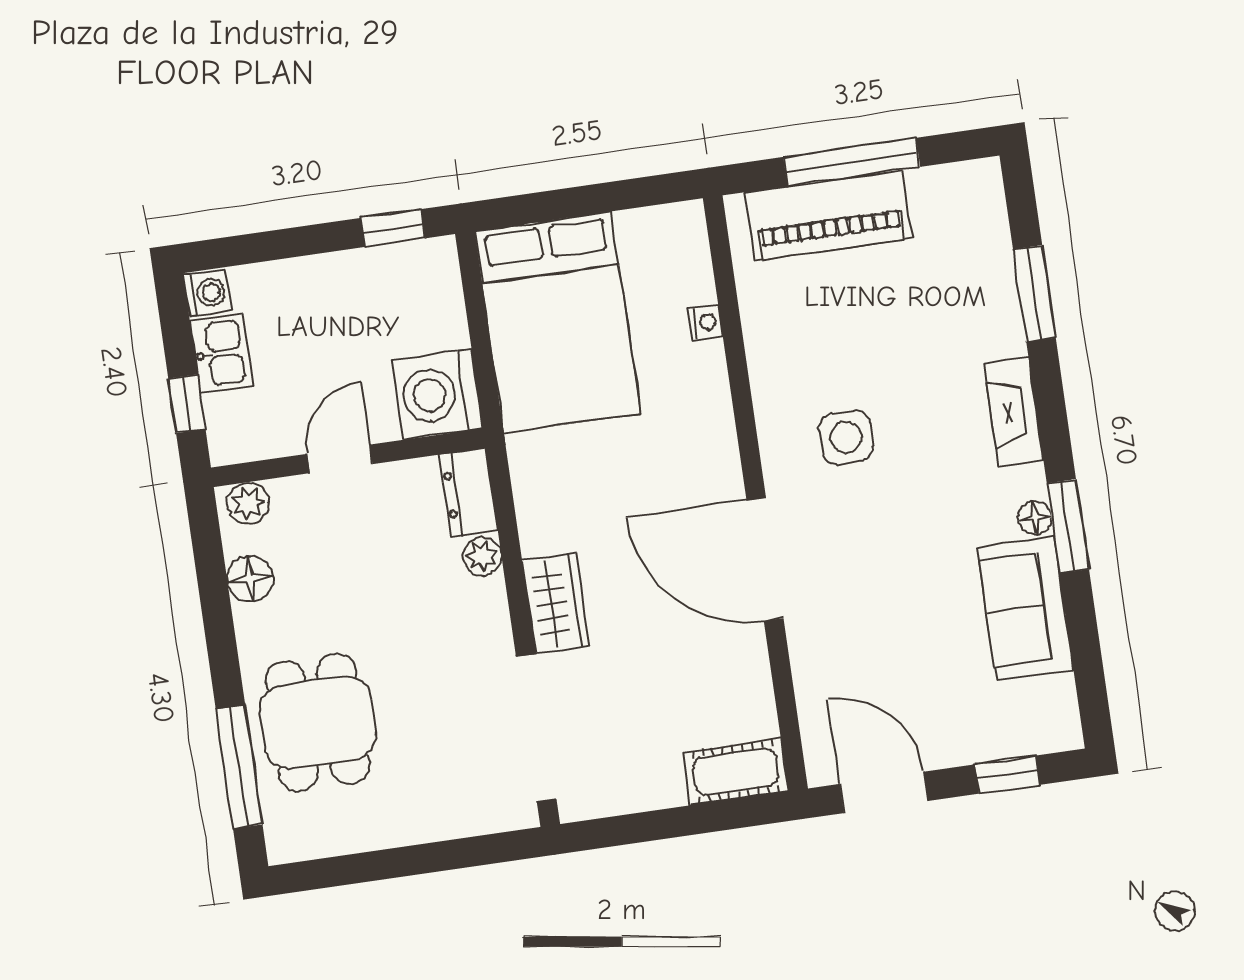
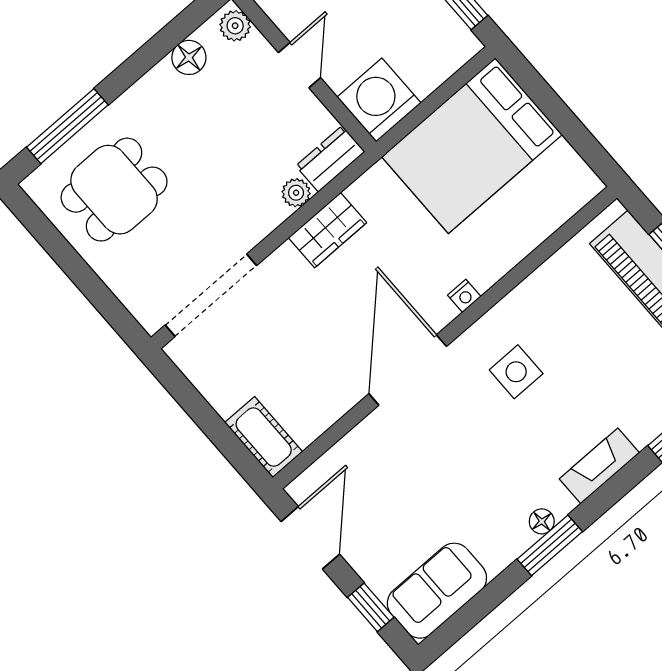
nightstand: (705, 322) -> (464, 296), moved
door: (340, 459) -> (299, 65), hinge flipped
wardrobe: (555, 603) -> (327, 230), moved
sofa: (1025, 608) -> (437, 591), moved
dining table: (318, 723) -> (114, 190), moved

